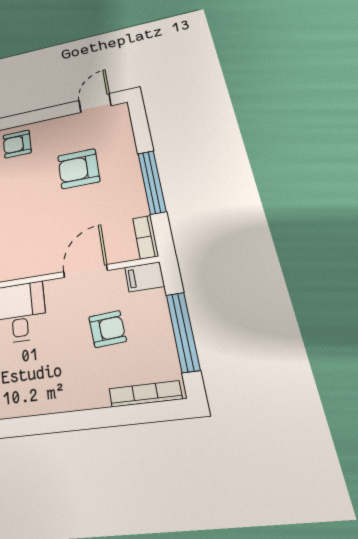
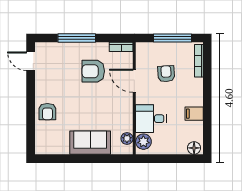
armchair: (79, 169) -> (93, 71), moved, turned 90
window: (152, 182) -> (77, 38), moved
filing cabinet: (145, 277) -> (194, 114), moved, turned 90

